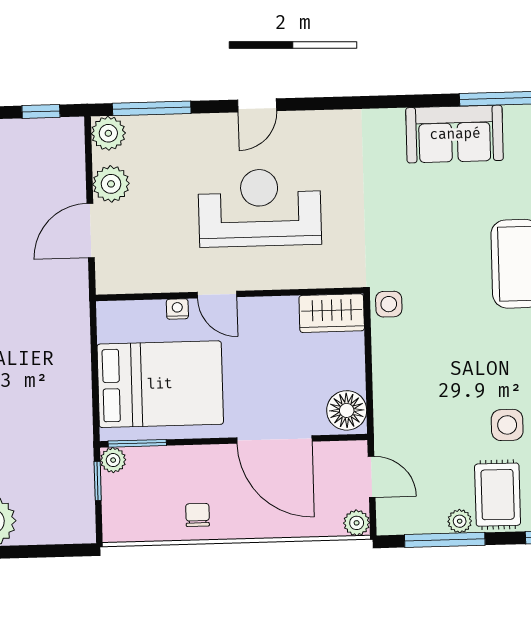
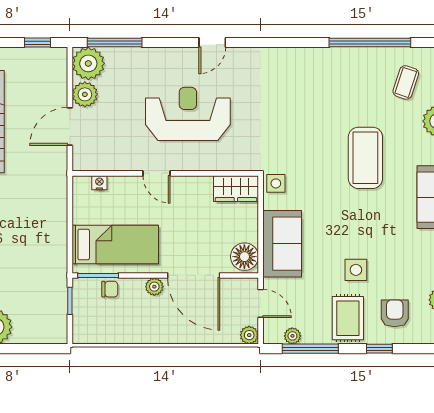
door: (257, 105) -> (212, 43), moved
plant: (108, 133) -> (88, 63), width x1.36, depth x1.36
sofa: (455, 134) -> (282, 244), moved, turned -90
nightstand: (177, 309) -> (99, 183), moved
bed: (160, 384) -> (115, 244), width x0.67
plant: (113, 460) -> (154, 287), moved
chair: (198, 515) -> (110, 289), moved, turned 90
plant: (460, 521) -> (292, 336), moved

